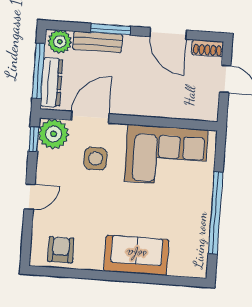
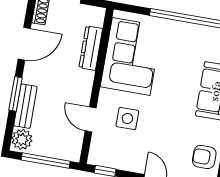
dresser: (52, 82) -> (91, 48), moved, turned -90
door: (90, 117) -> (91, 119), width x0.73
plant: (54, 134) -> (102, 153), removed

